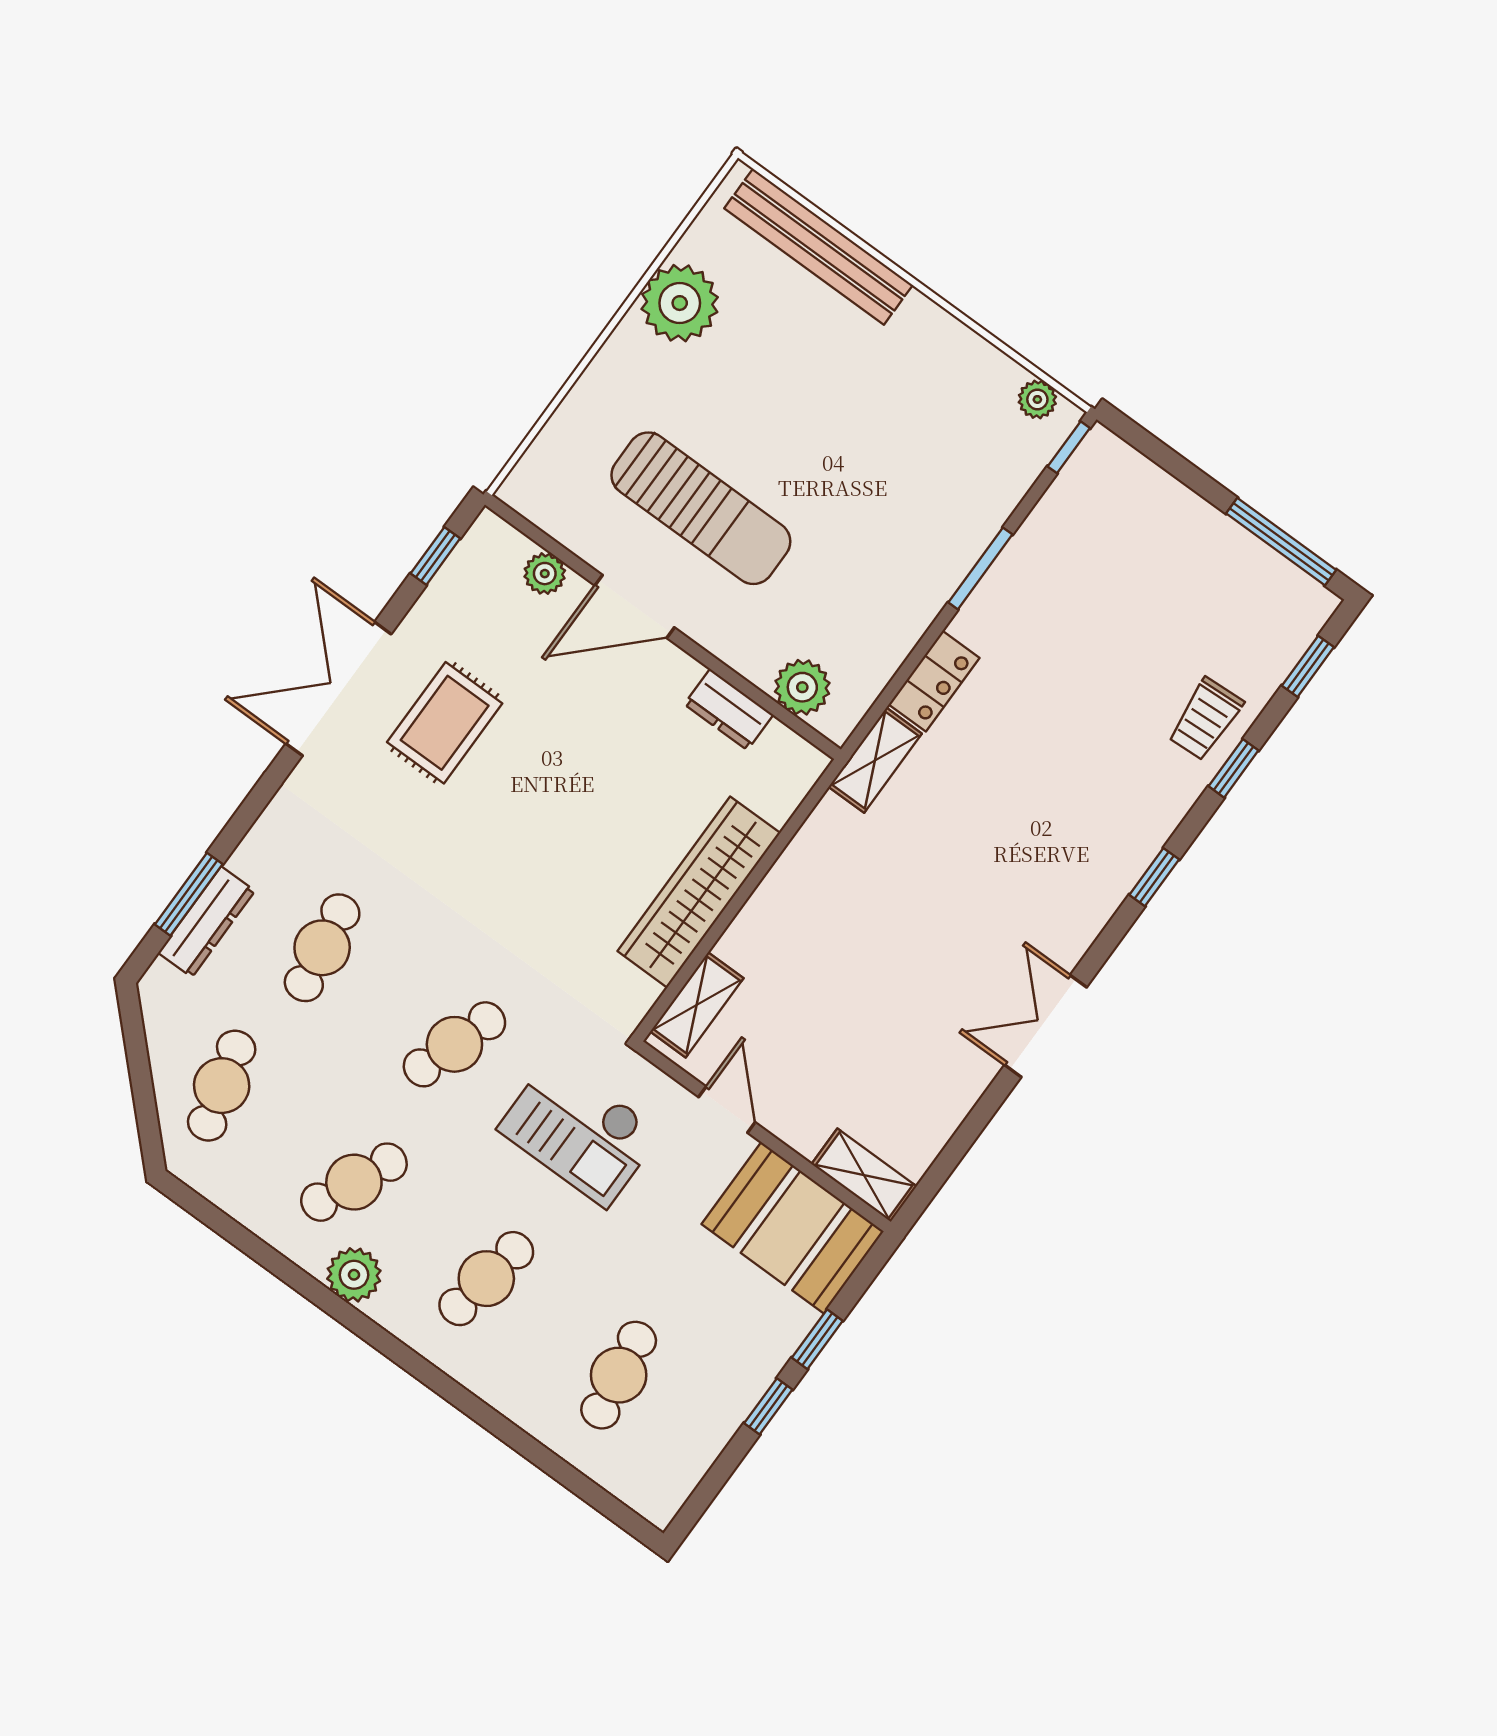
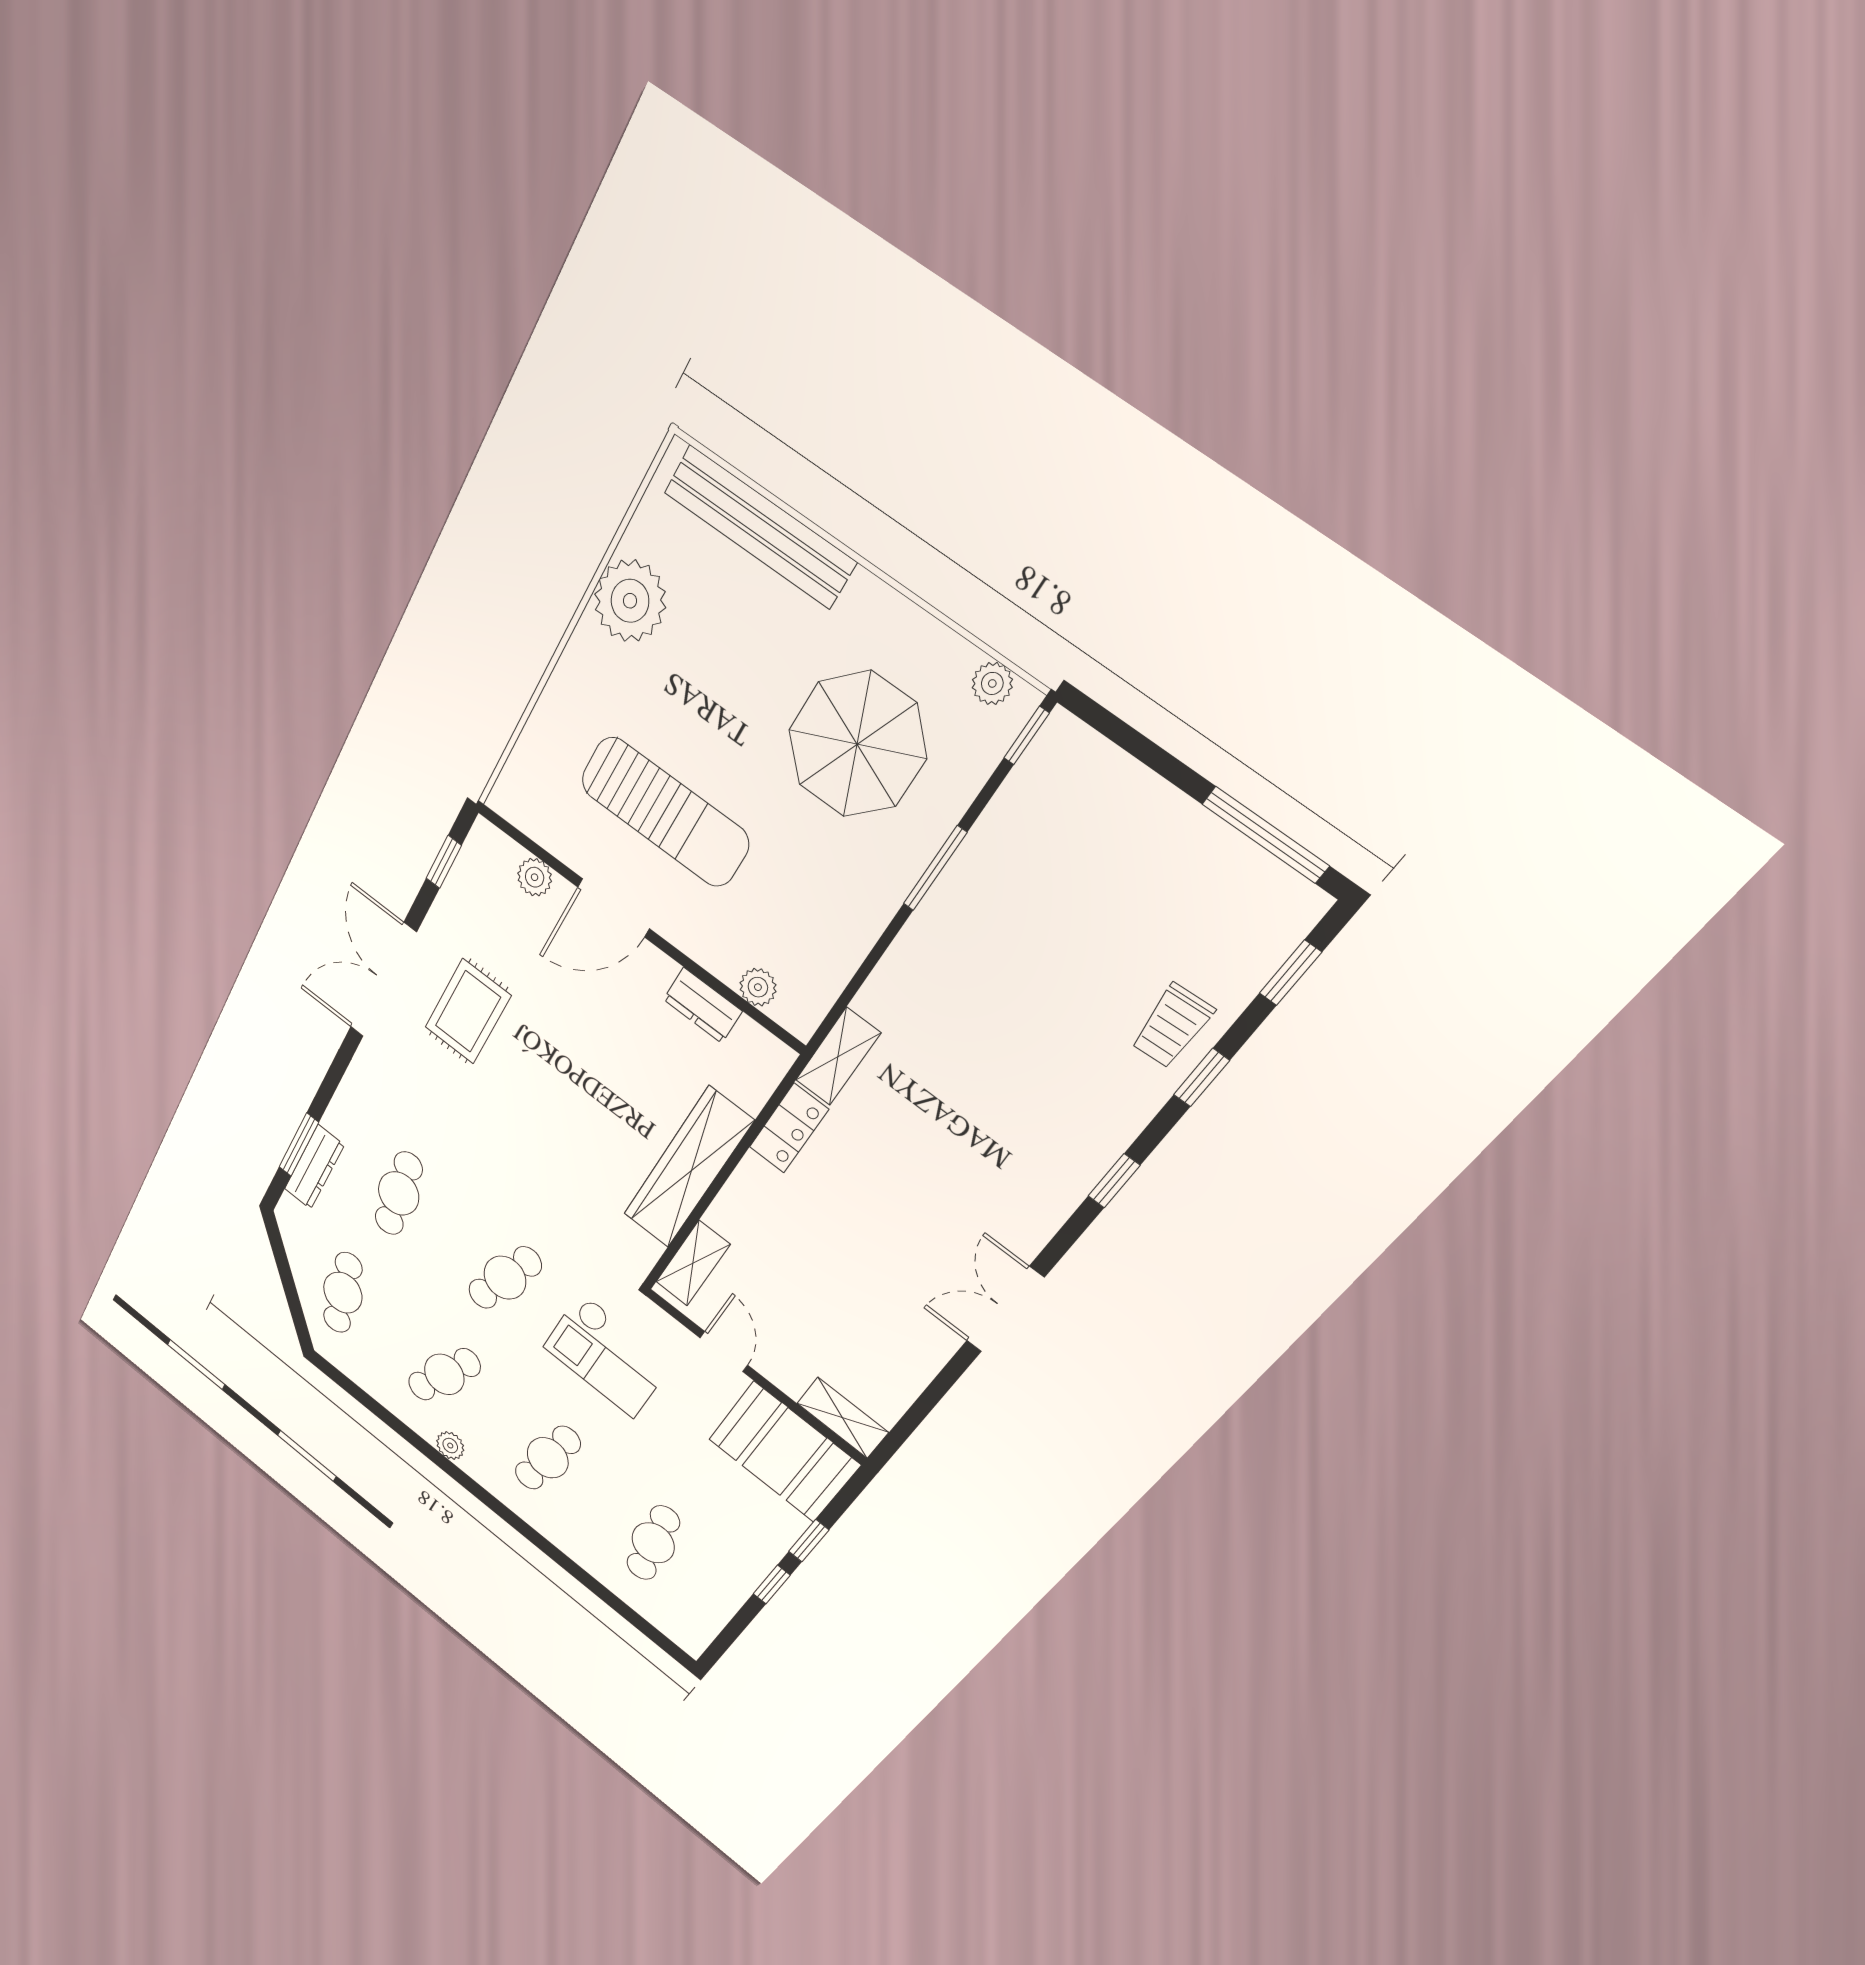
parasol: (906, 449) -> (857, 744), added
locker: (934, 681) -> (789, 1128), moved
plant: (802, 687) -> (758, 987), width x0.73, depth x0.73
plant: (354, 1275) -> (450, 1446), width x0.73, depth x0.73

